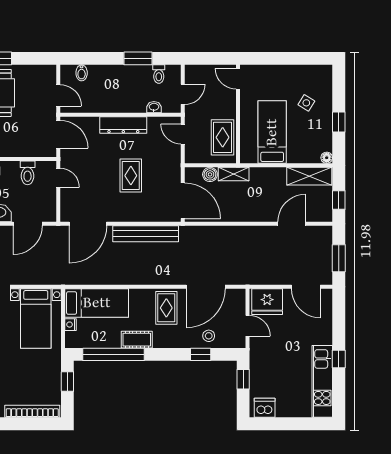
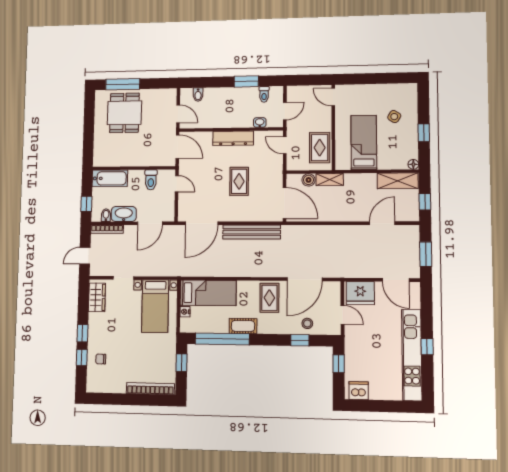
kitchen unit: (322, 381) -> (412, 355), width x1.36

